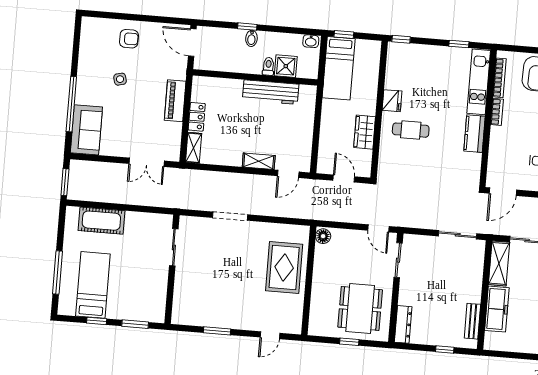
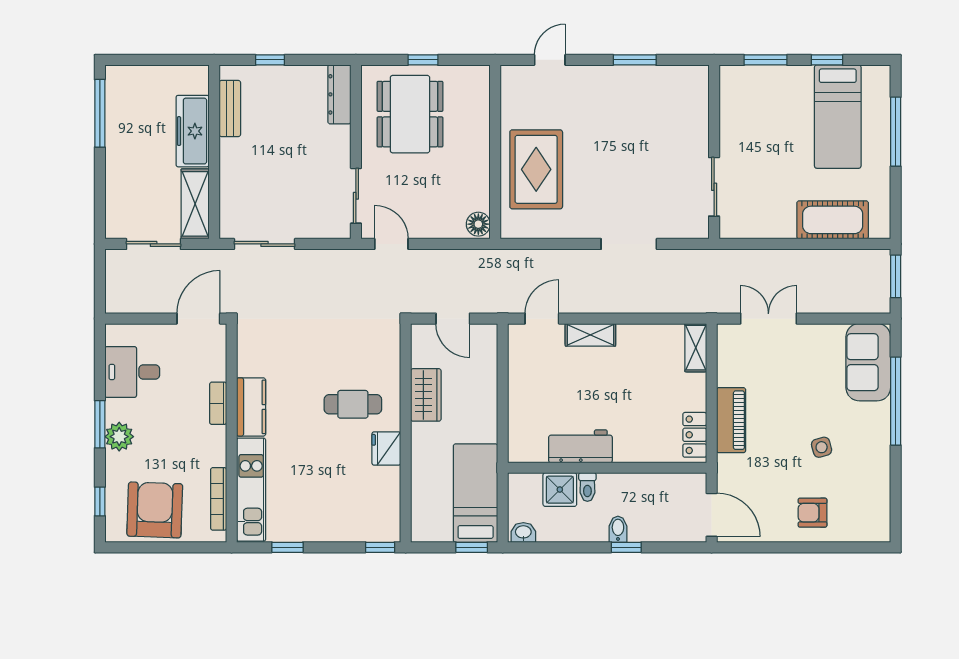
workbench: (271, 92) -> (580, 446), width x0.73
bookcase: (497, 112) -> (218, 403), moved
locker: (197, 117) -> (695, 435), moved

